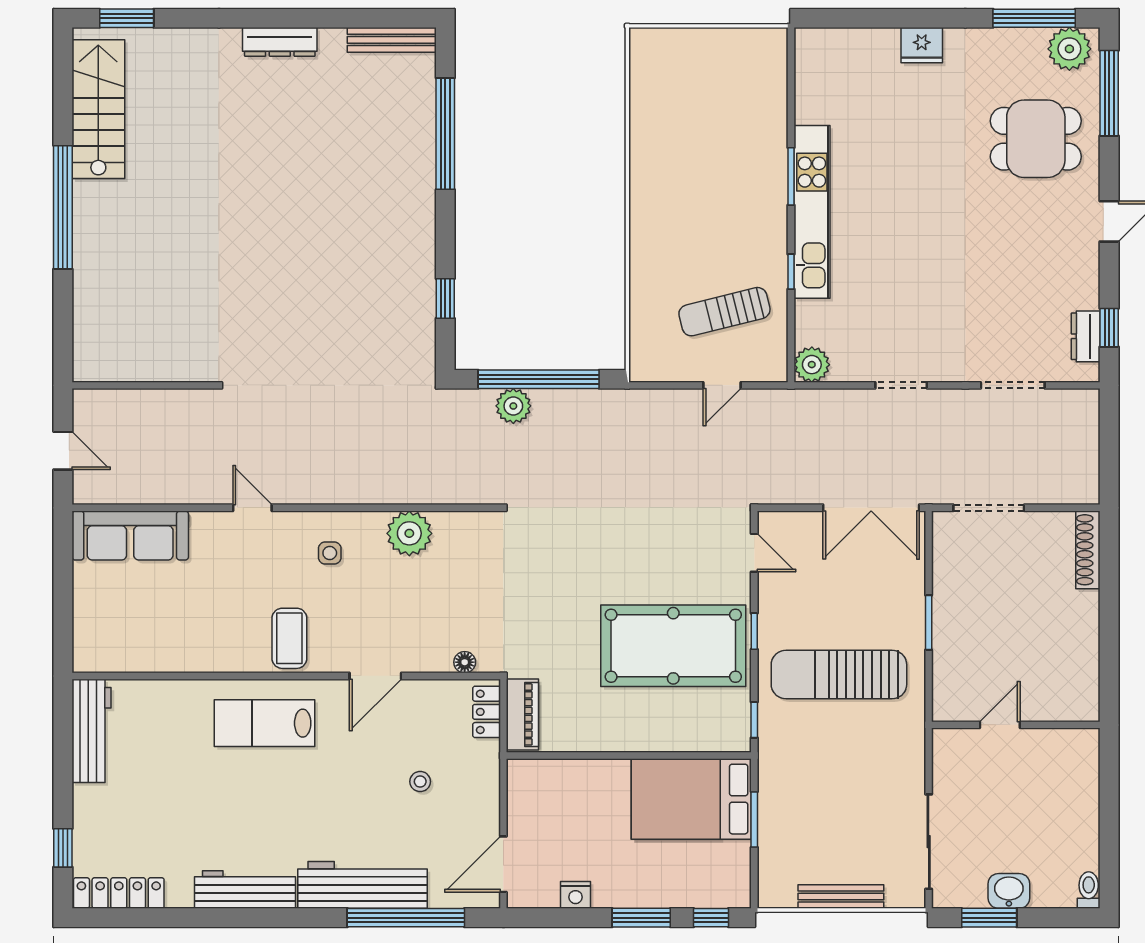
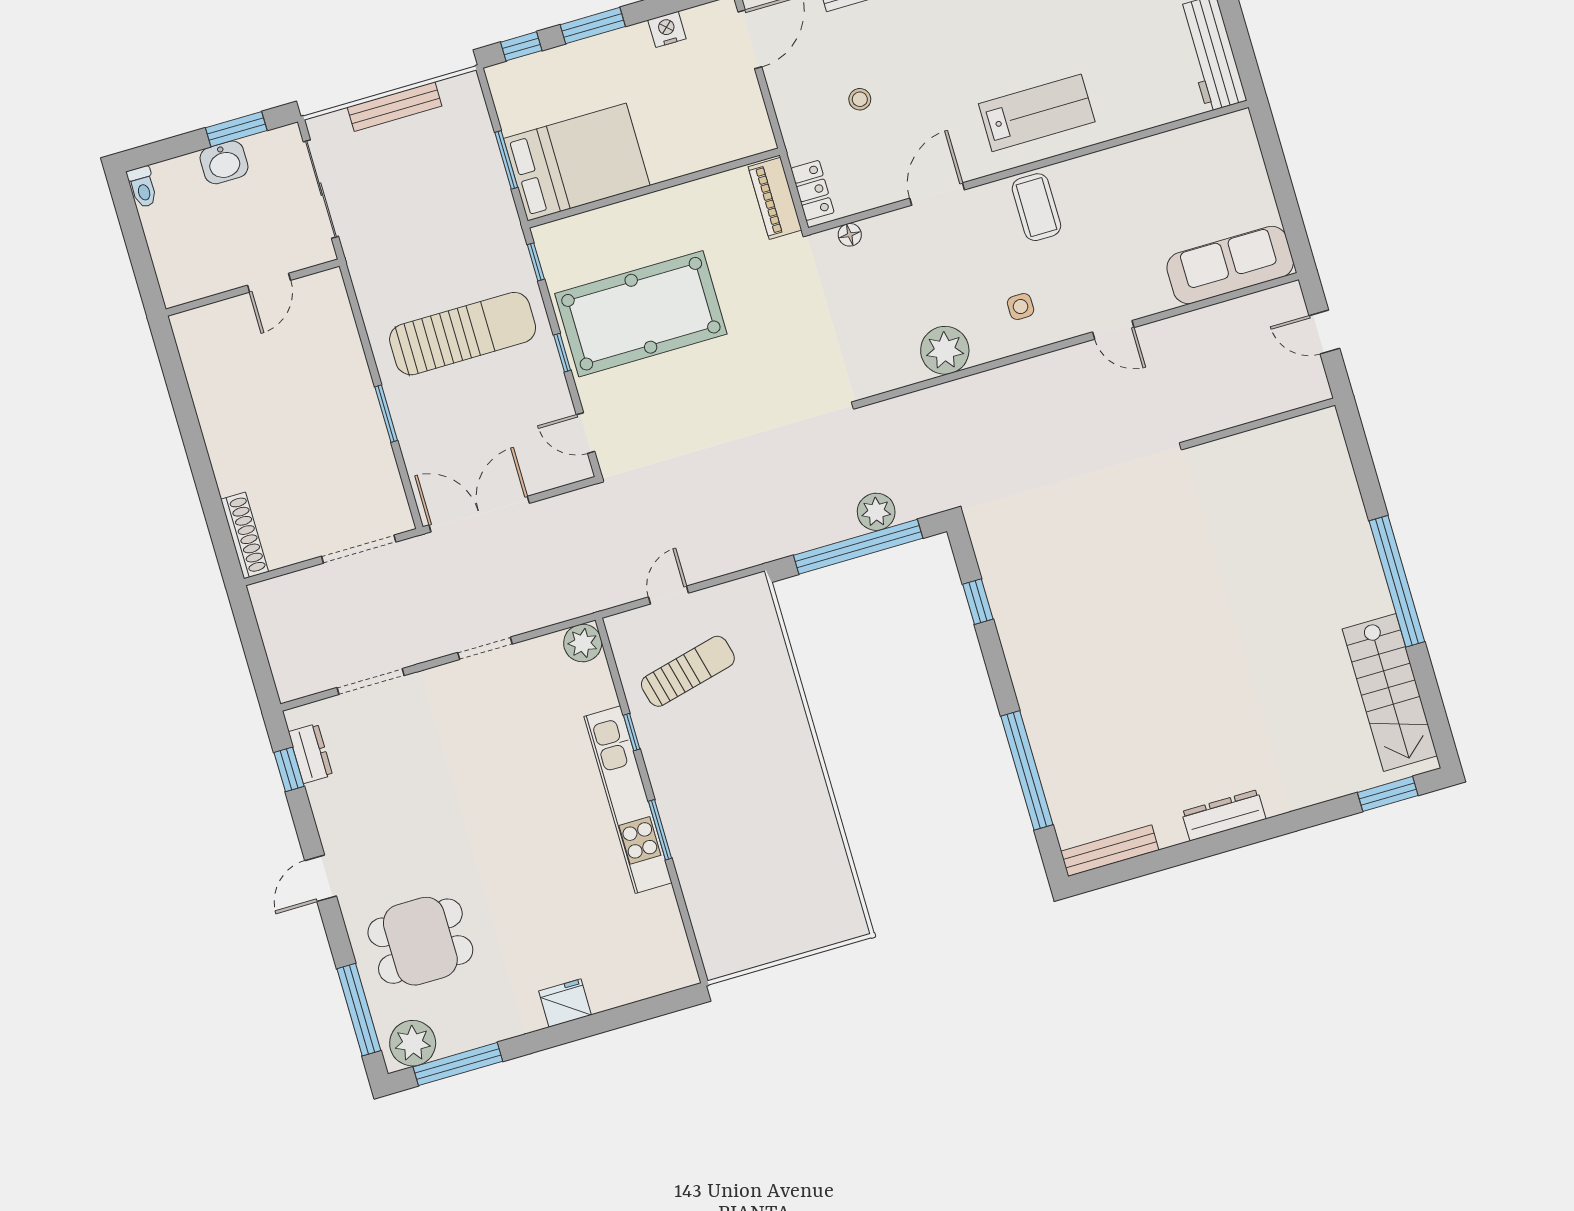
door: (1000, 725) -> (269, 283), moved
wall: (1016, 725) -> (253, 288), moved

